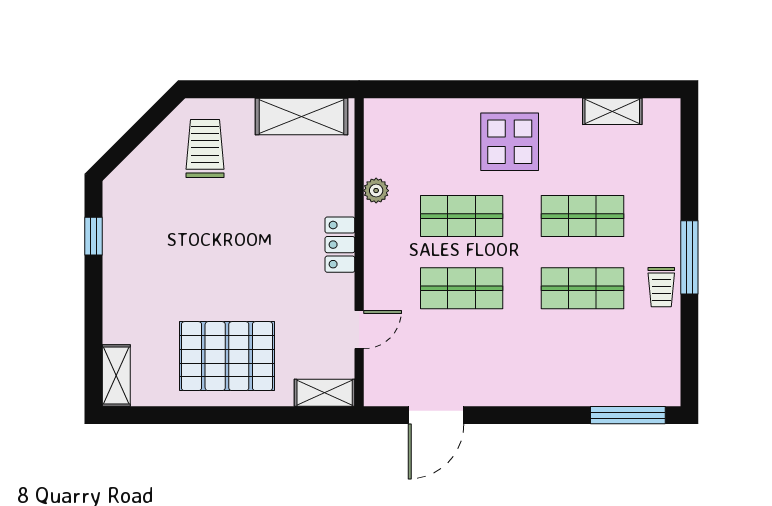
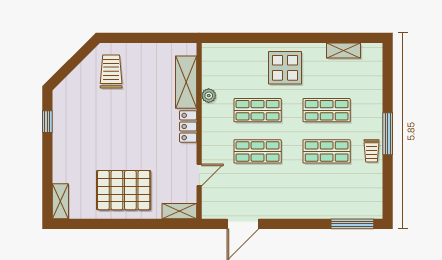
shelving: (301, 116) -> (186, 82), moved, turned 90

